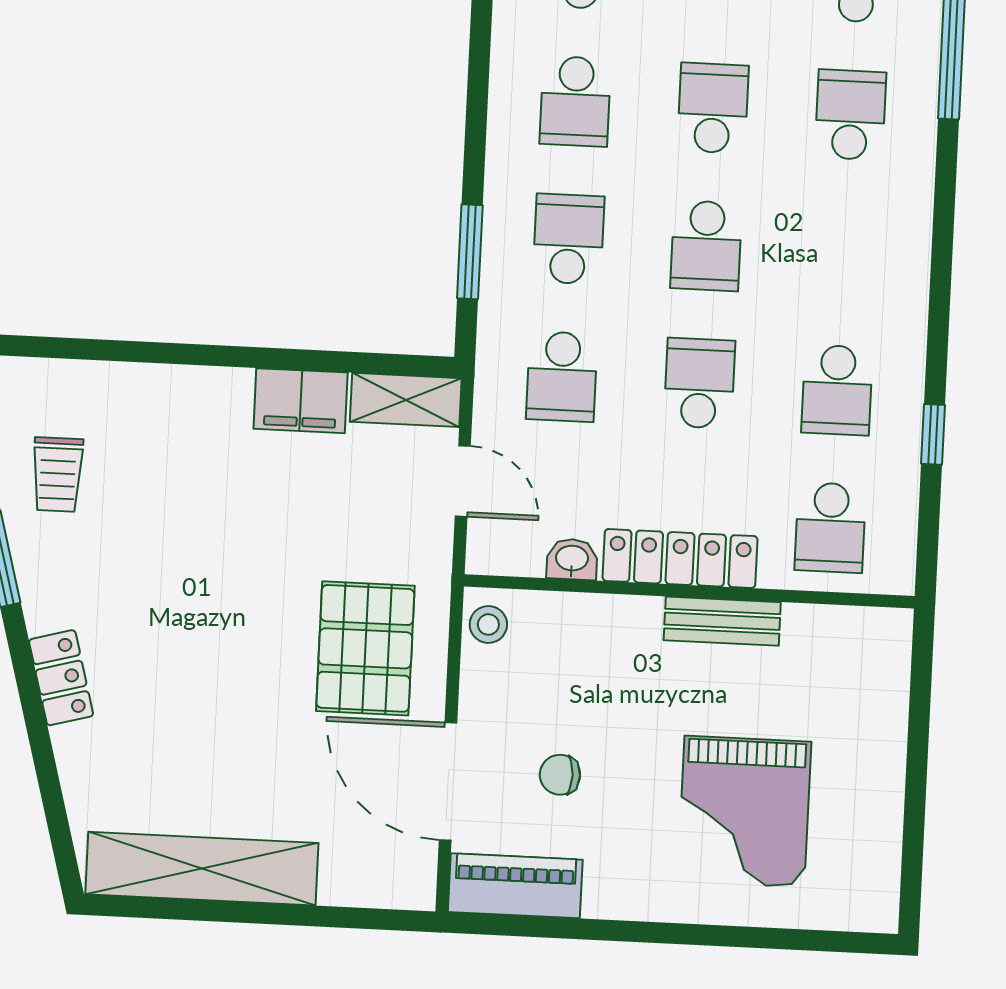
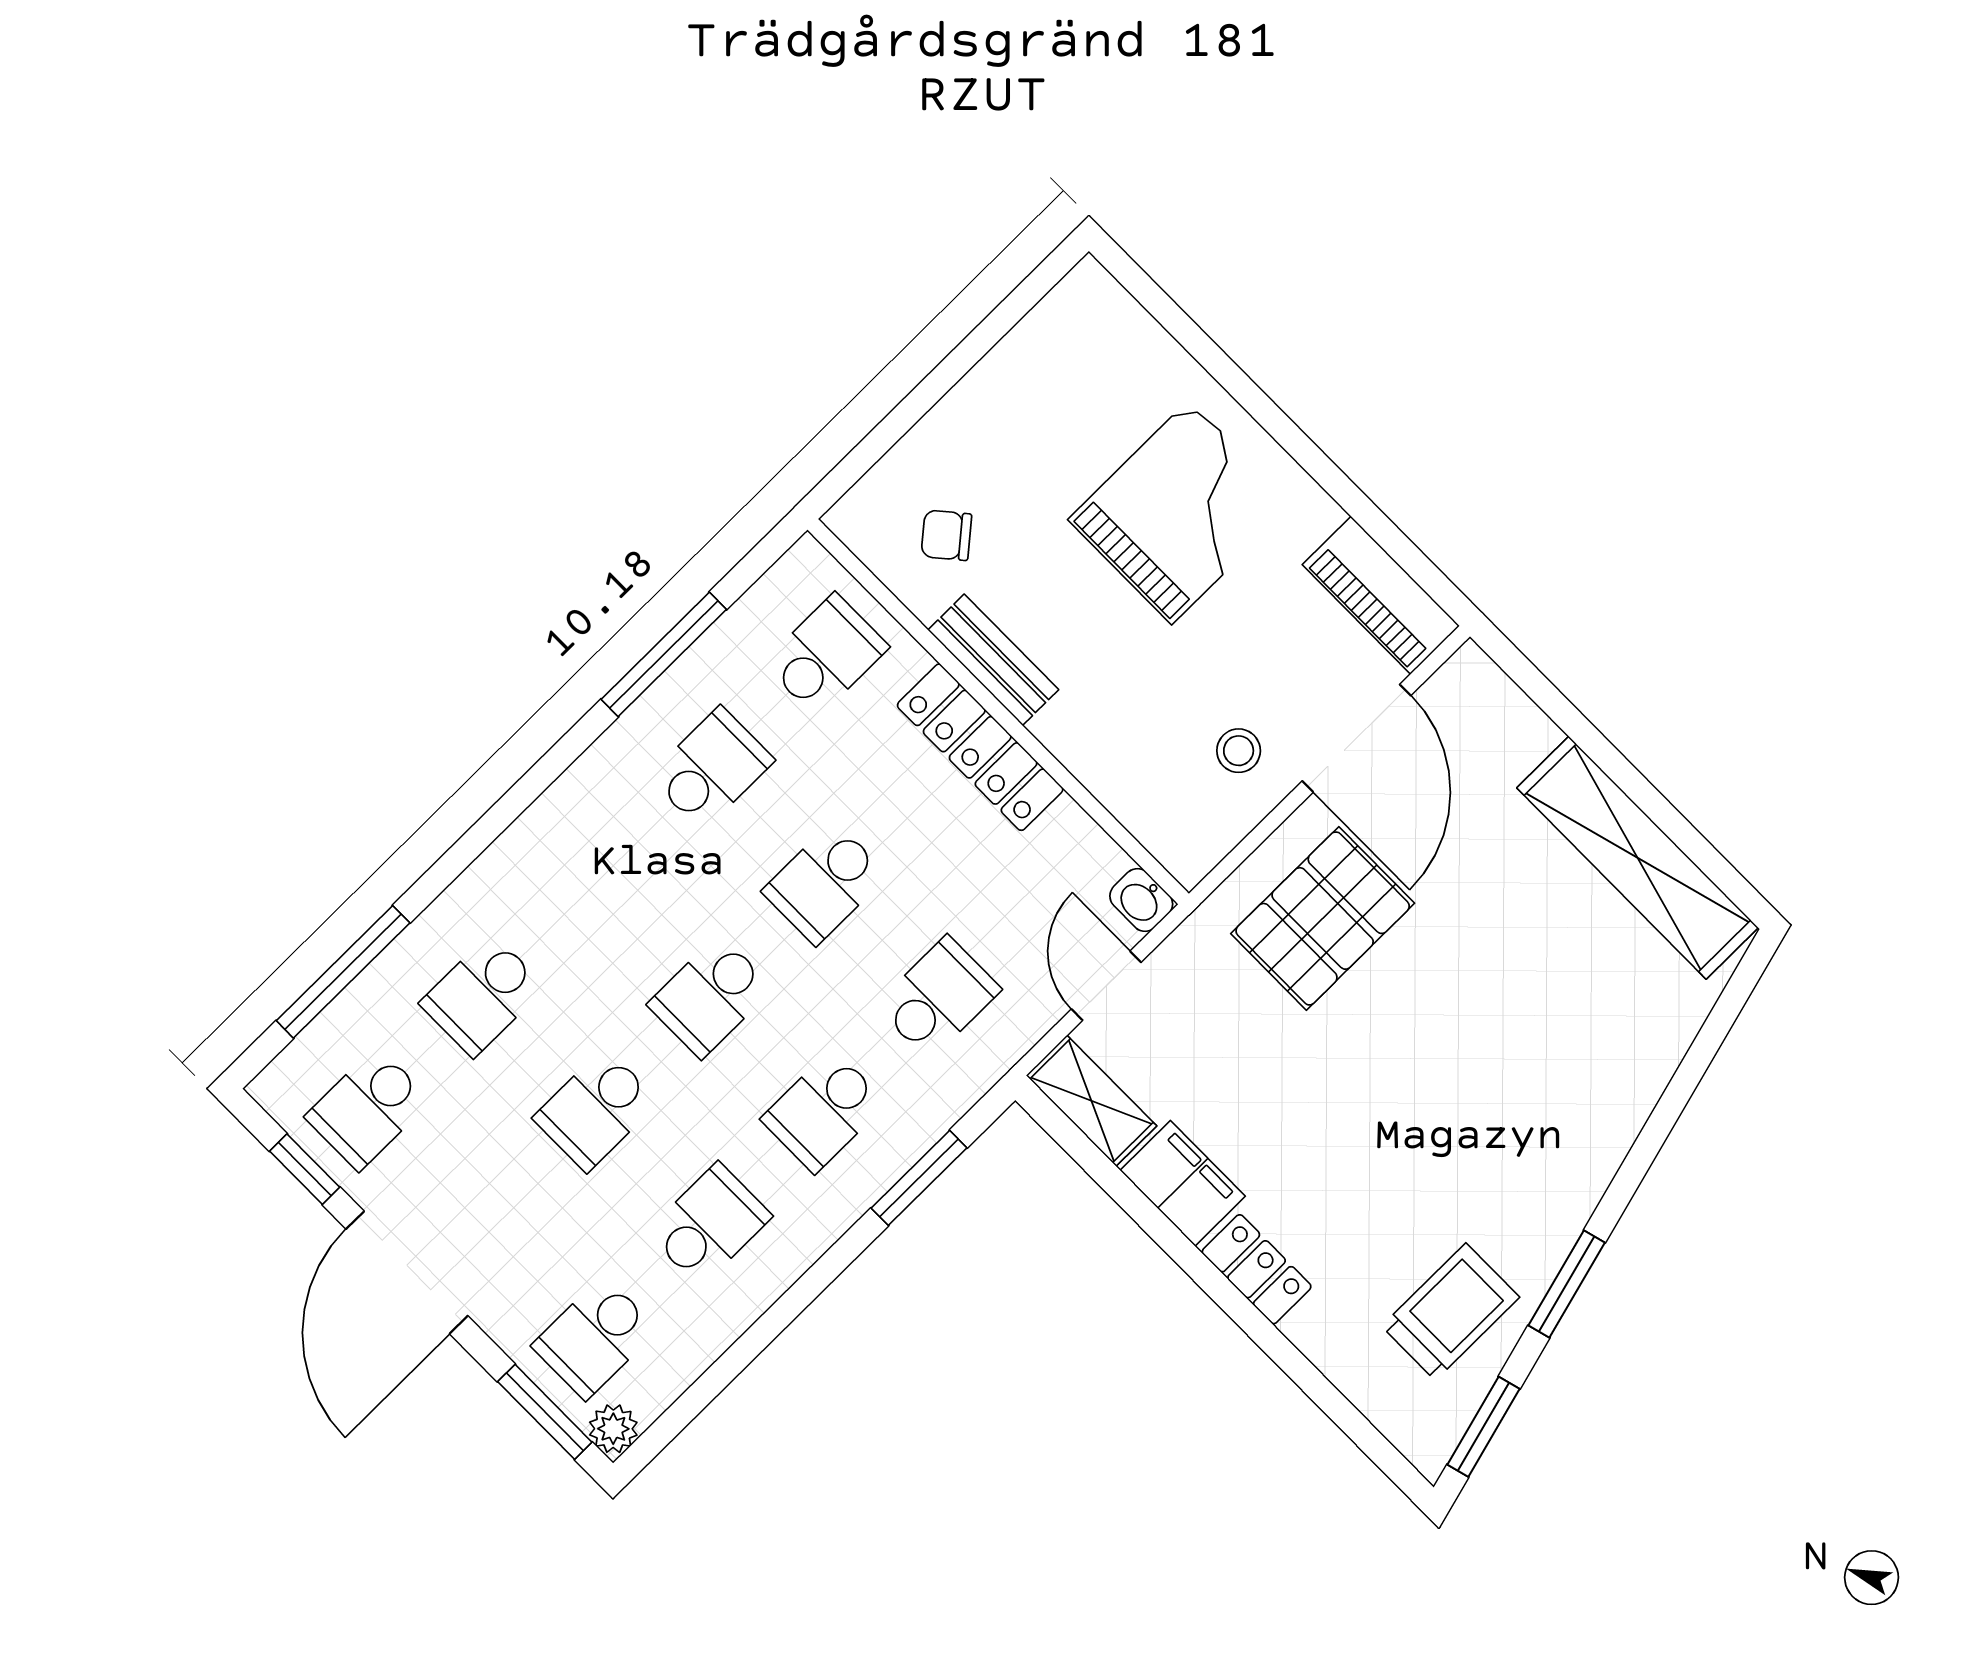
school desk: (706, 246) -> (710, 996), turned 180
window: (933, 434) -> (664, 654), width x2.17
trolley: (58, 474) -> (1451, 1312), width x1.36, depth x1.39
washbasin: (572, 559) -> (1141, 900), moved
stool: (488, 624) -> (1239, 751), moved
locker: (61, 678) -> (1257, 1269), moved, turned 105
chair: (560, 775) -> (946, 535), moved, turned 140
grand piano: (744, 812) -> (1180, 512), moved

